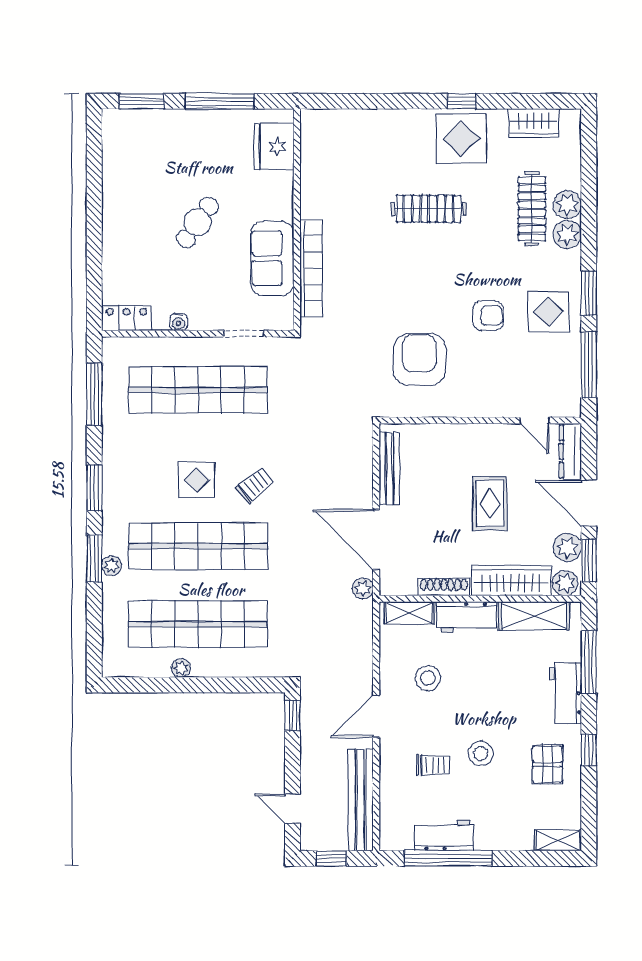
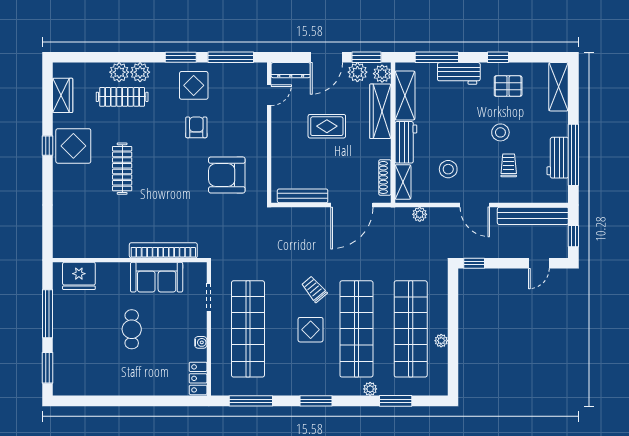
cafe table: (197, 223) -> (132, 329), turned 55
window: (94, 559) -> (396, 401), moved
shoe rack: (444, 587) -> (385, 177), moved
plant: (363, 589) -> (420, 214), moved
shelving: (558, 840) -> (559, 87), width x1.50, depth x1.33

